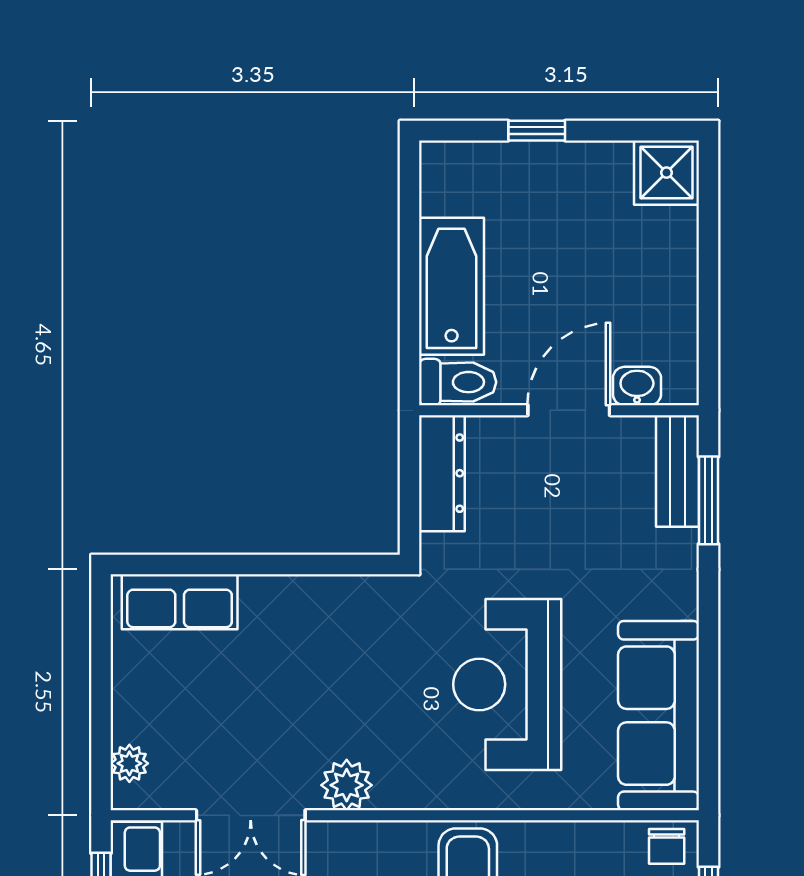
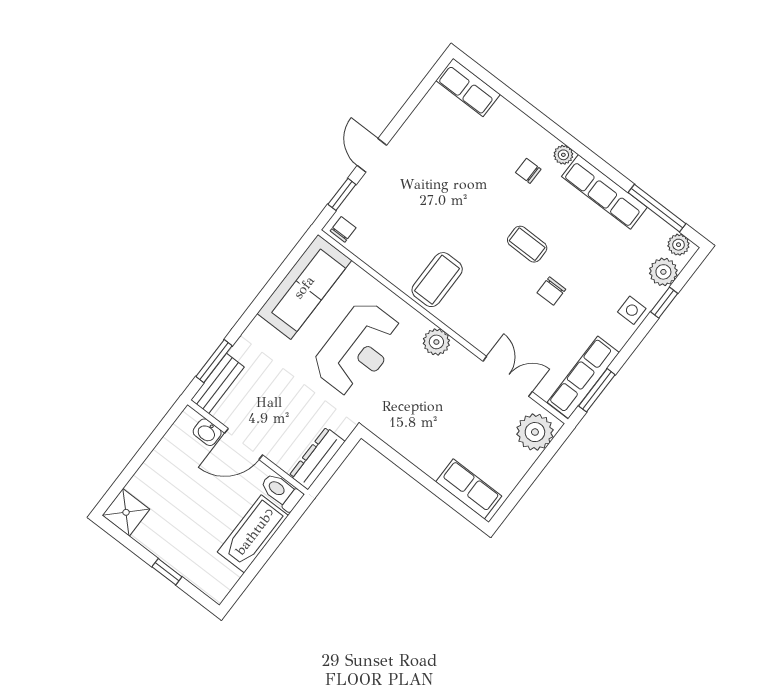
plant: (129, 763) -> (535, 432), width x1.88, depth x1.88
plant: (347, 785) -> (436, 342), moved

